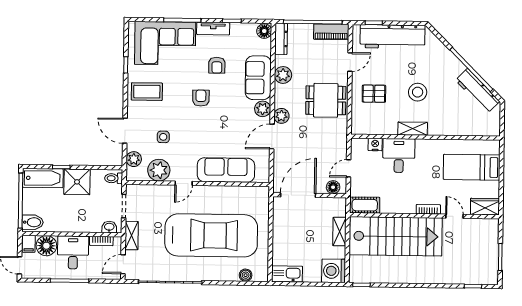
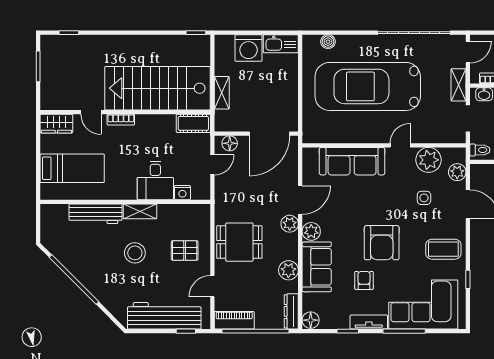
workbench: (478, 91) -> (96, 214), moved, turned 135
armchair: (201, 98) -> (382, 243), width x1.88, depth x1.88
washing machine: (334, 271) -> (249, 48), moved, turned 90

